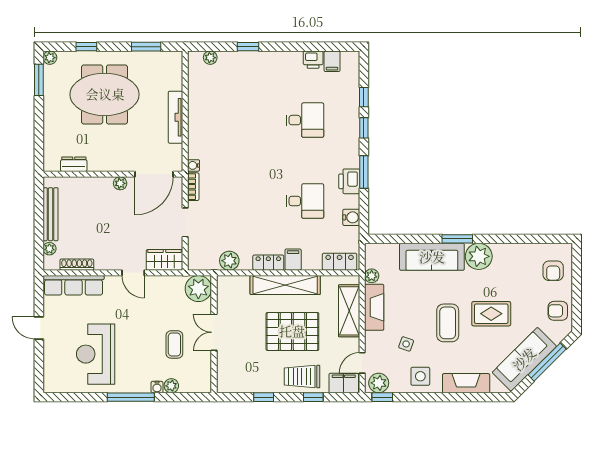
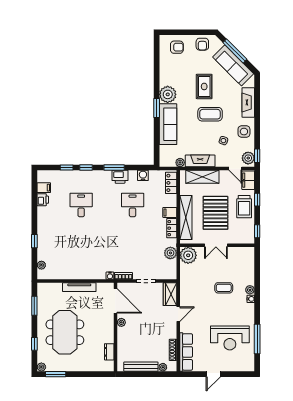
plant: (198, 289) -> (188, 255), moved
double door: (214, 332) -> (216, 245), moved
wall: (214, 334) -> (217, 245), moved
window: (131, 397) -> (257, 339), moved

